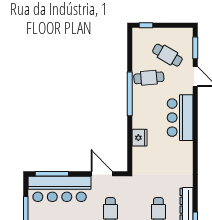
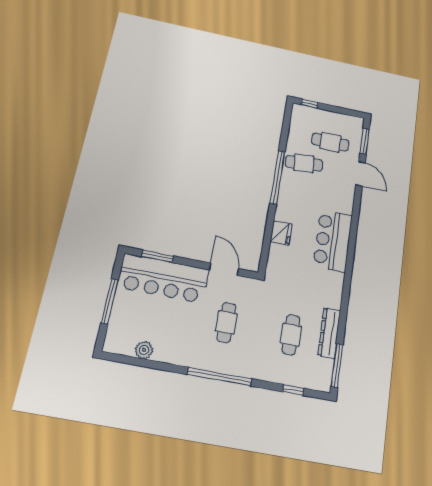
cafe table: (167, 55) -> (330, 142), turned -30
bar counter: (180, 118) -> (333, 241), moved
window: (52, 174) -> (157, 256), width x0.69

